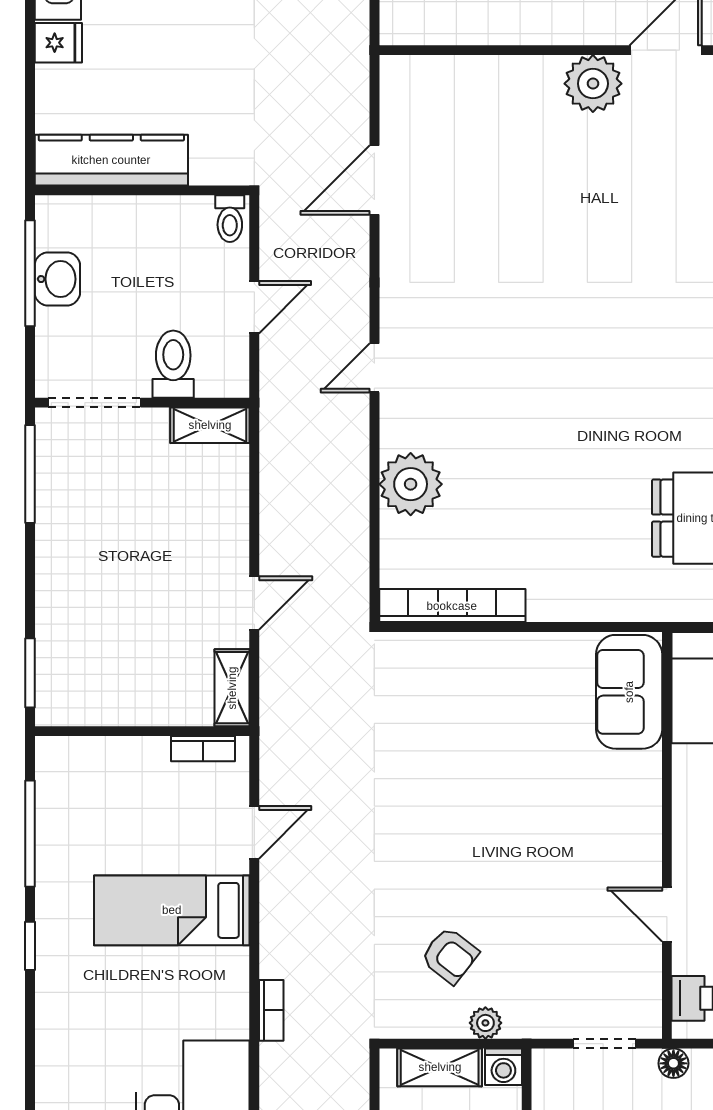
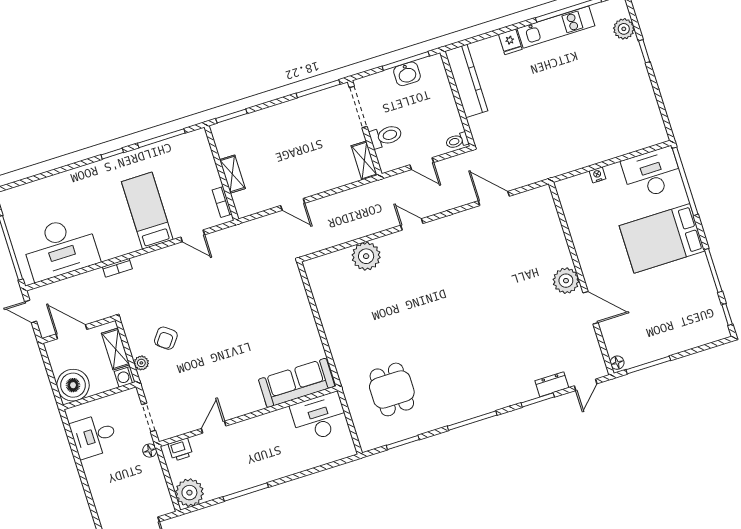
bookcase: (452, 606) -> (319, 291), removed
shelving: (232, 688) -> (232, 174), moved, turned 90
sofa: (629, 692) -> (297, 383), width x1.36

